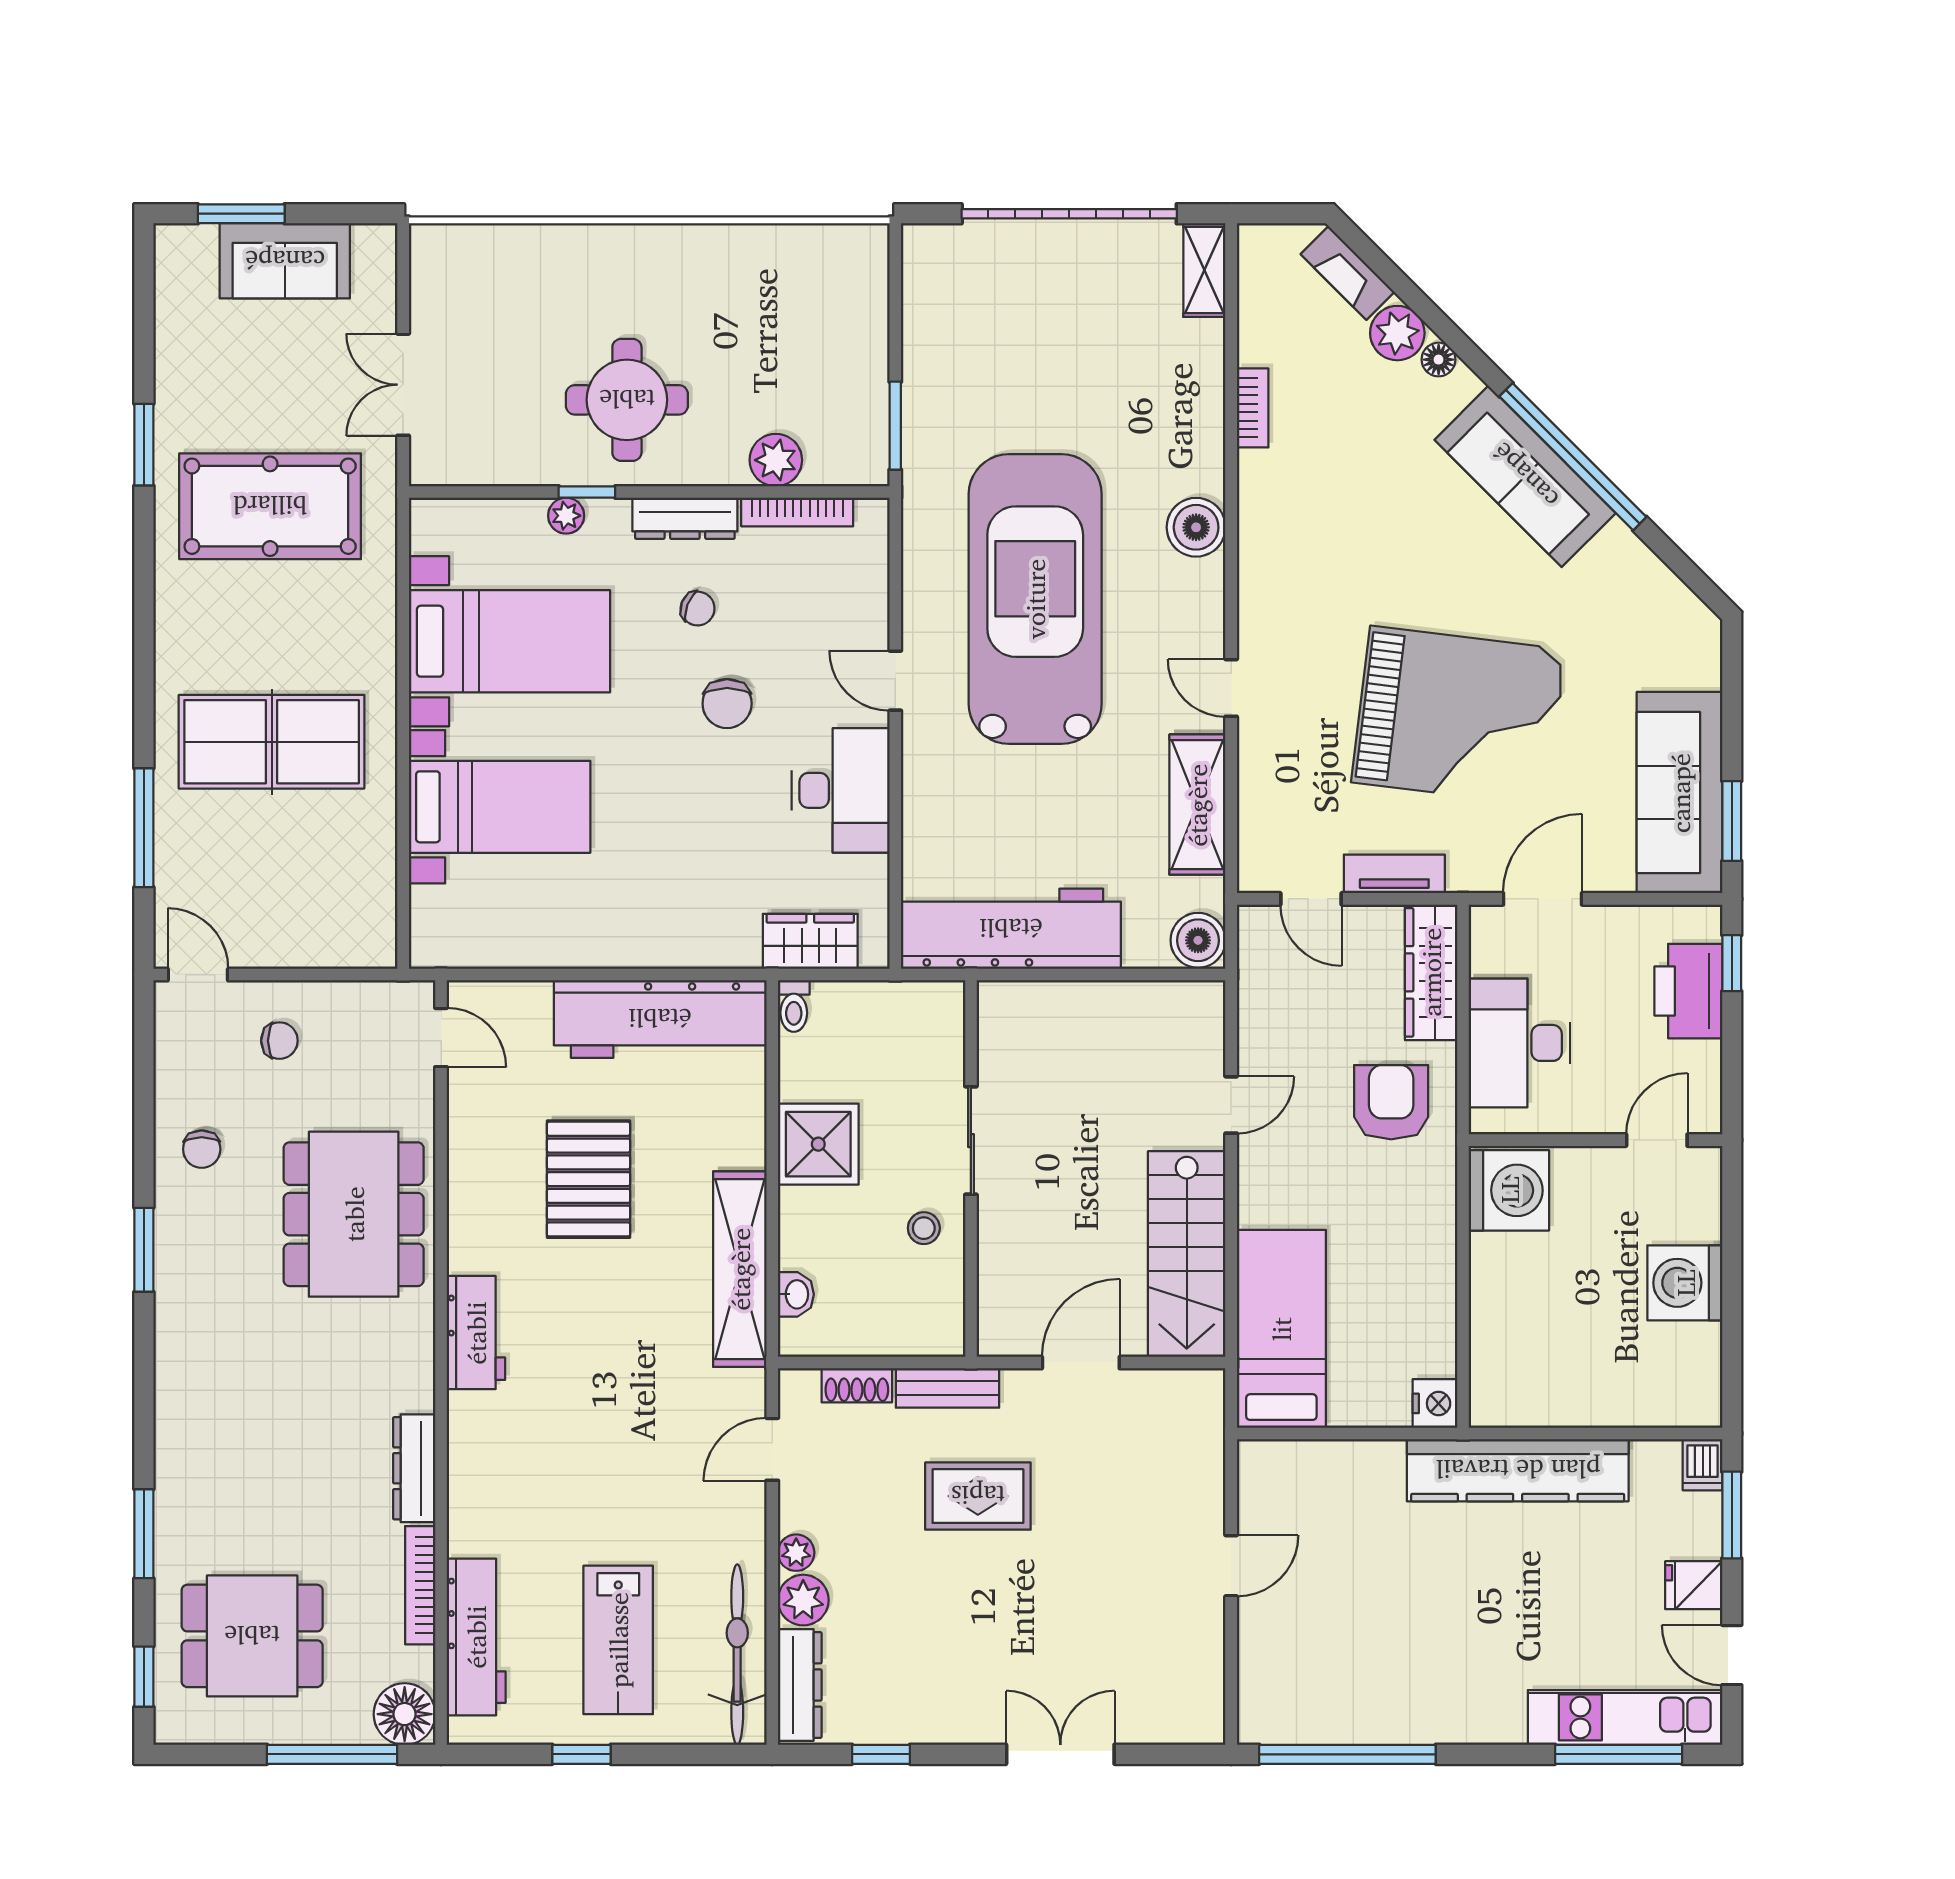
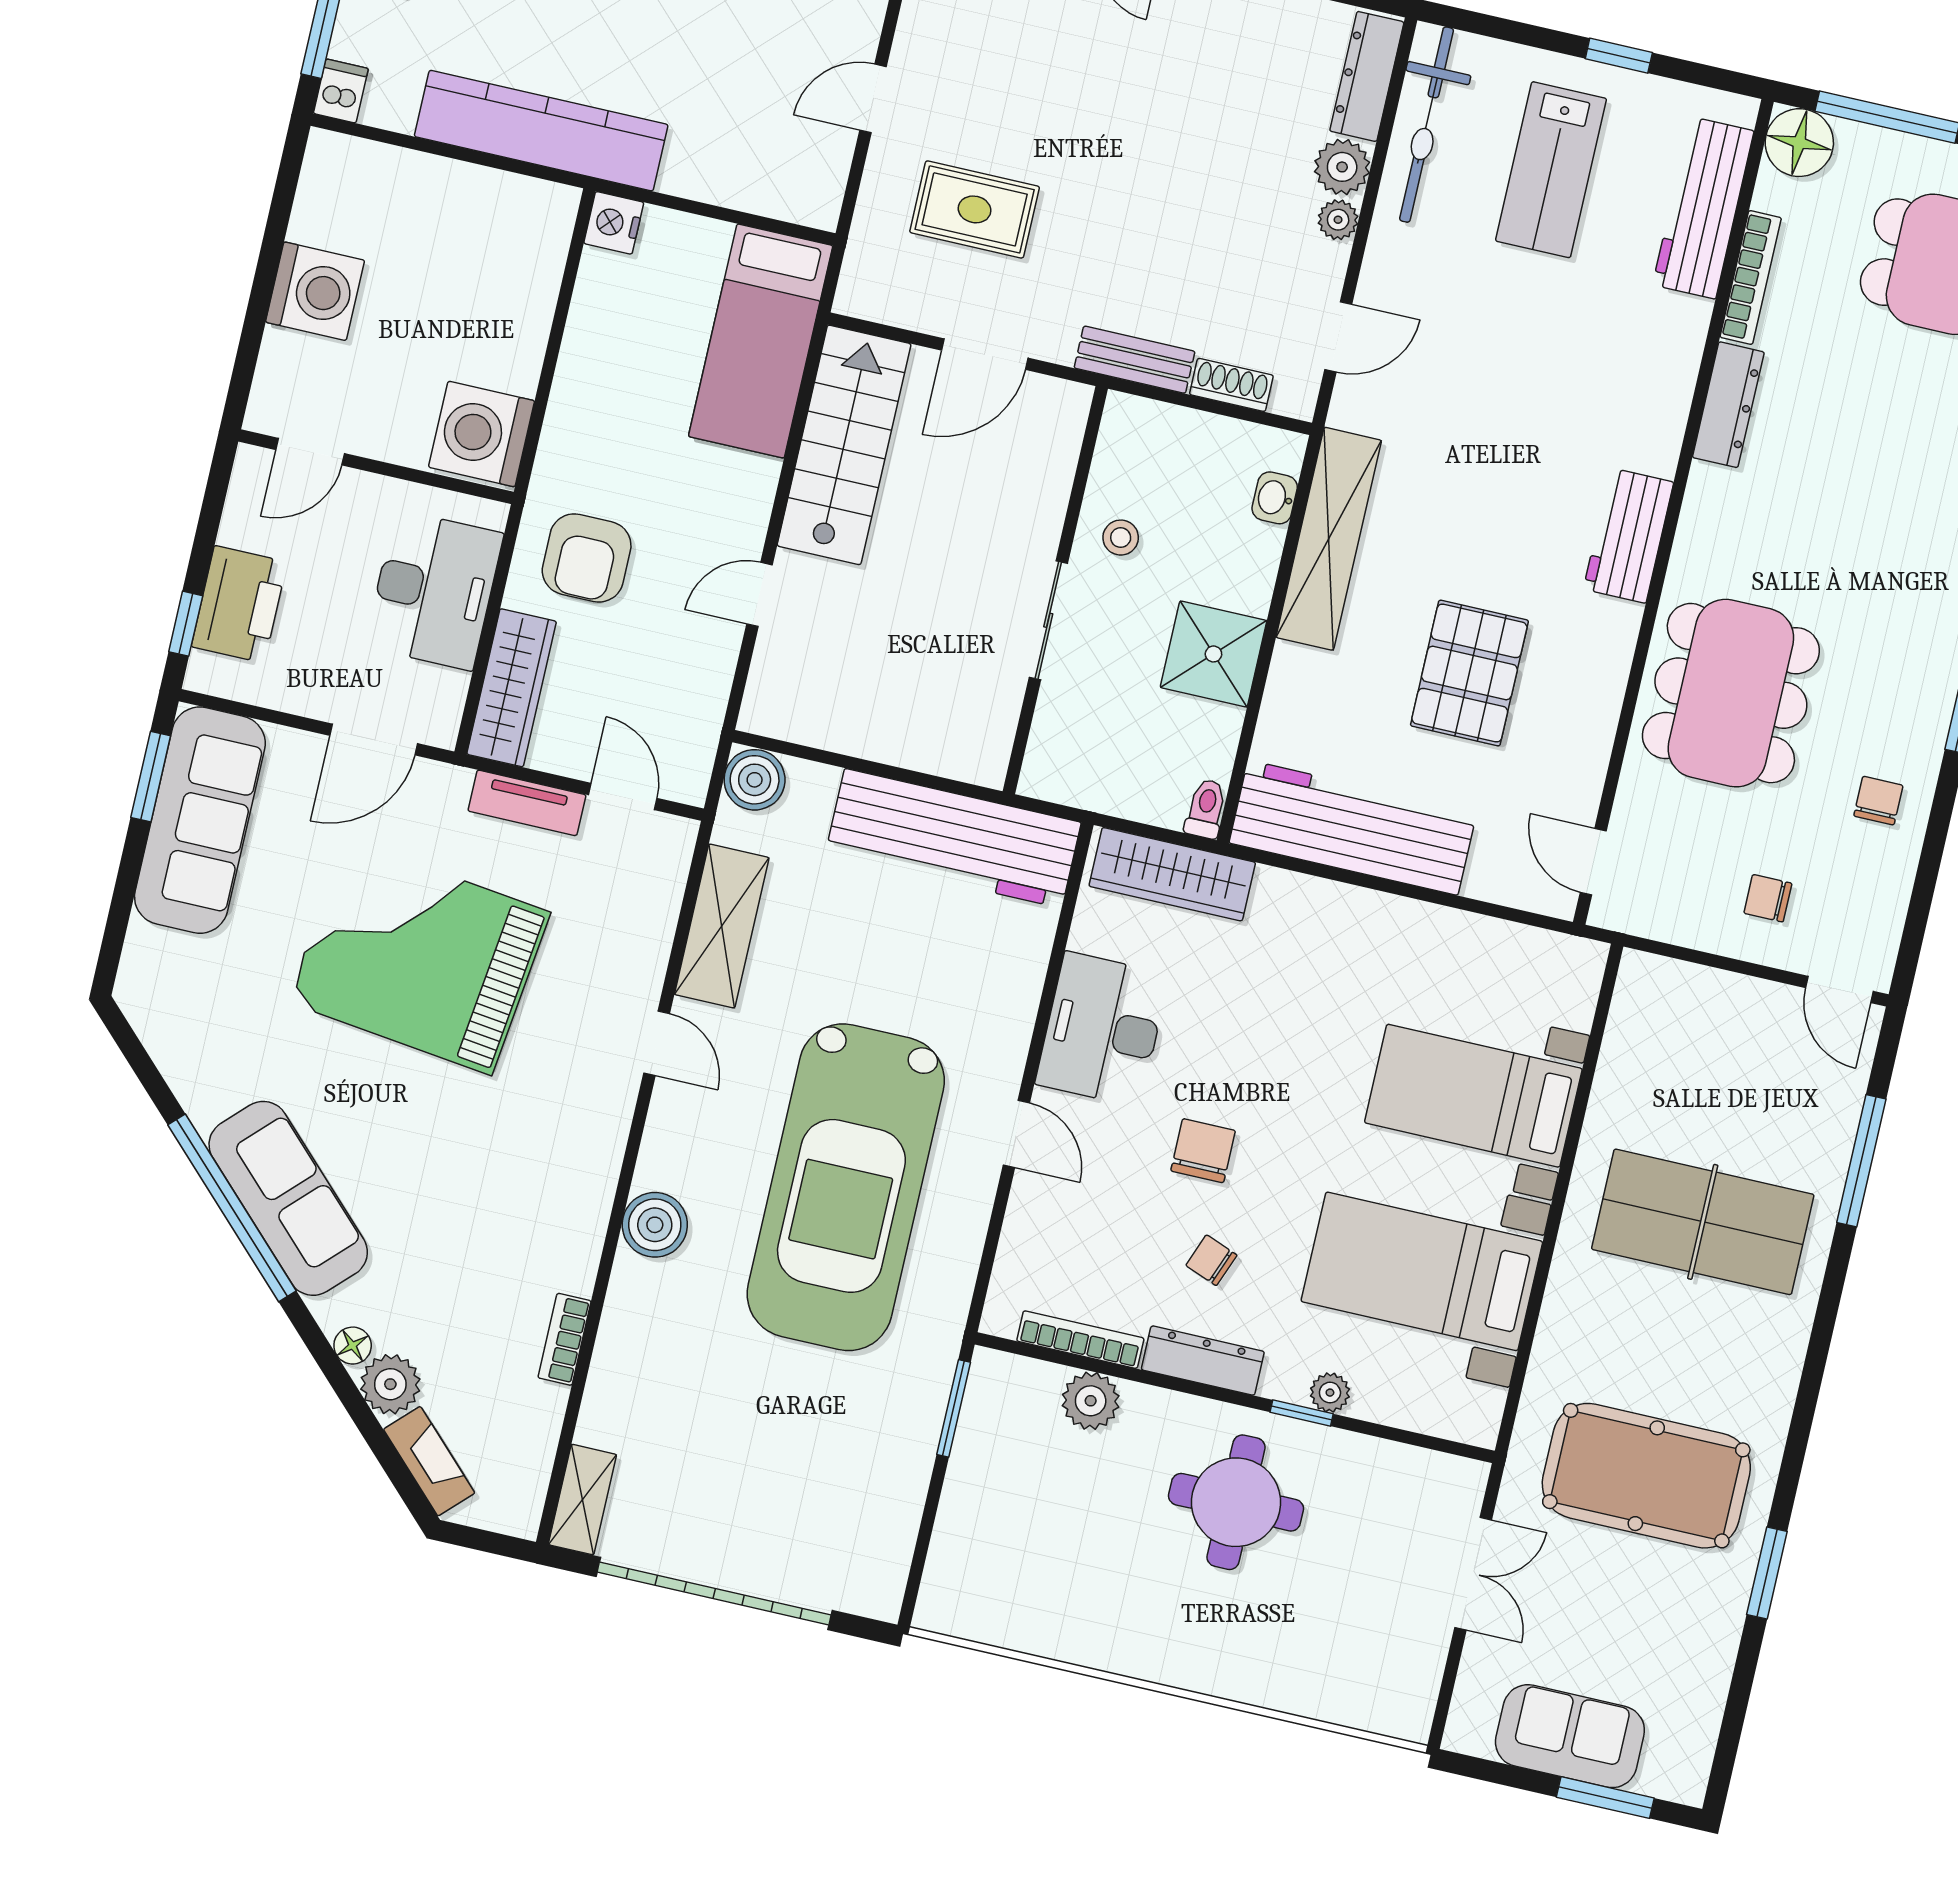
wardrobe: (810, 941) -> (1172, 874), width x1.50
rug: (978, 1496) -> (975, 209), moved
lab bench: (618, 1640) -> (1551, 170), turned 180

